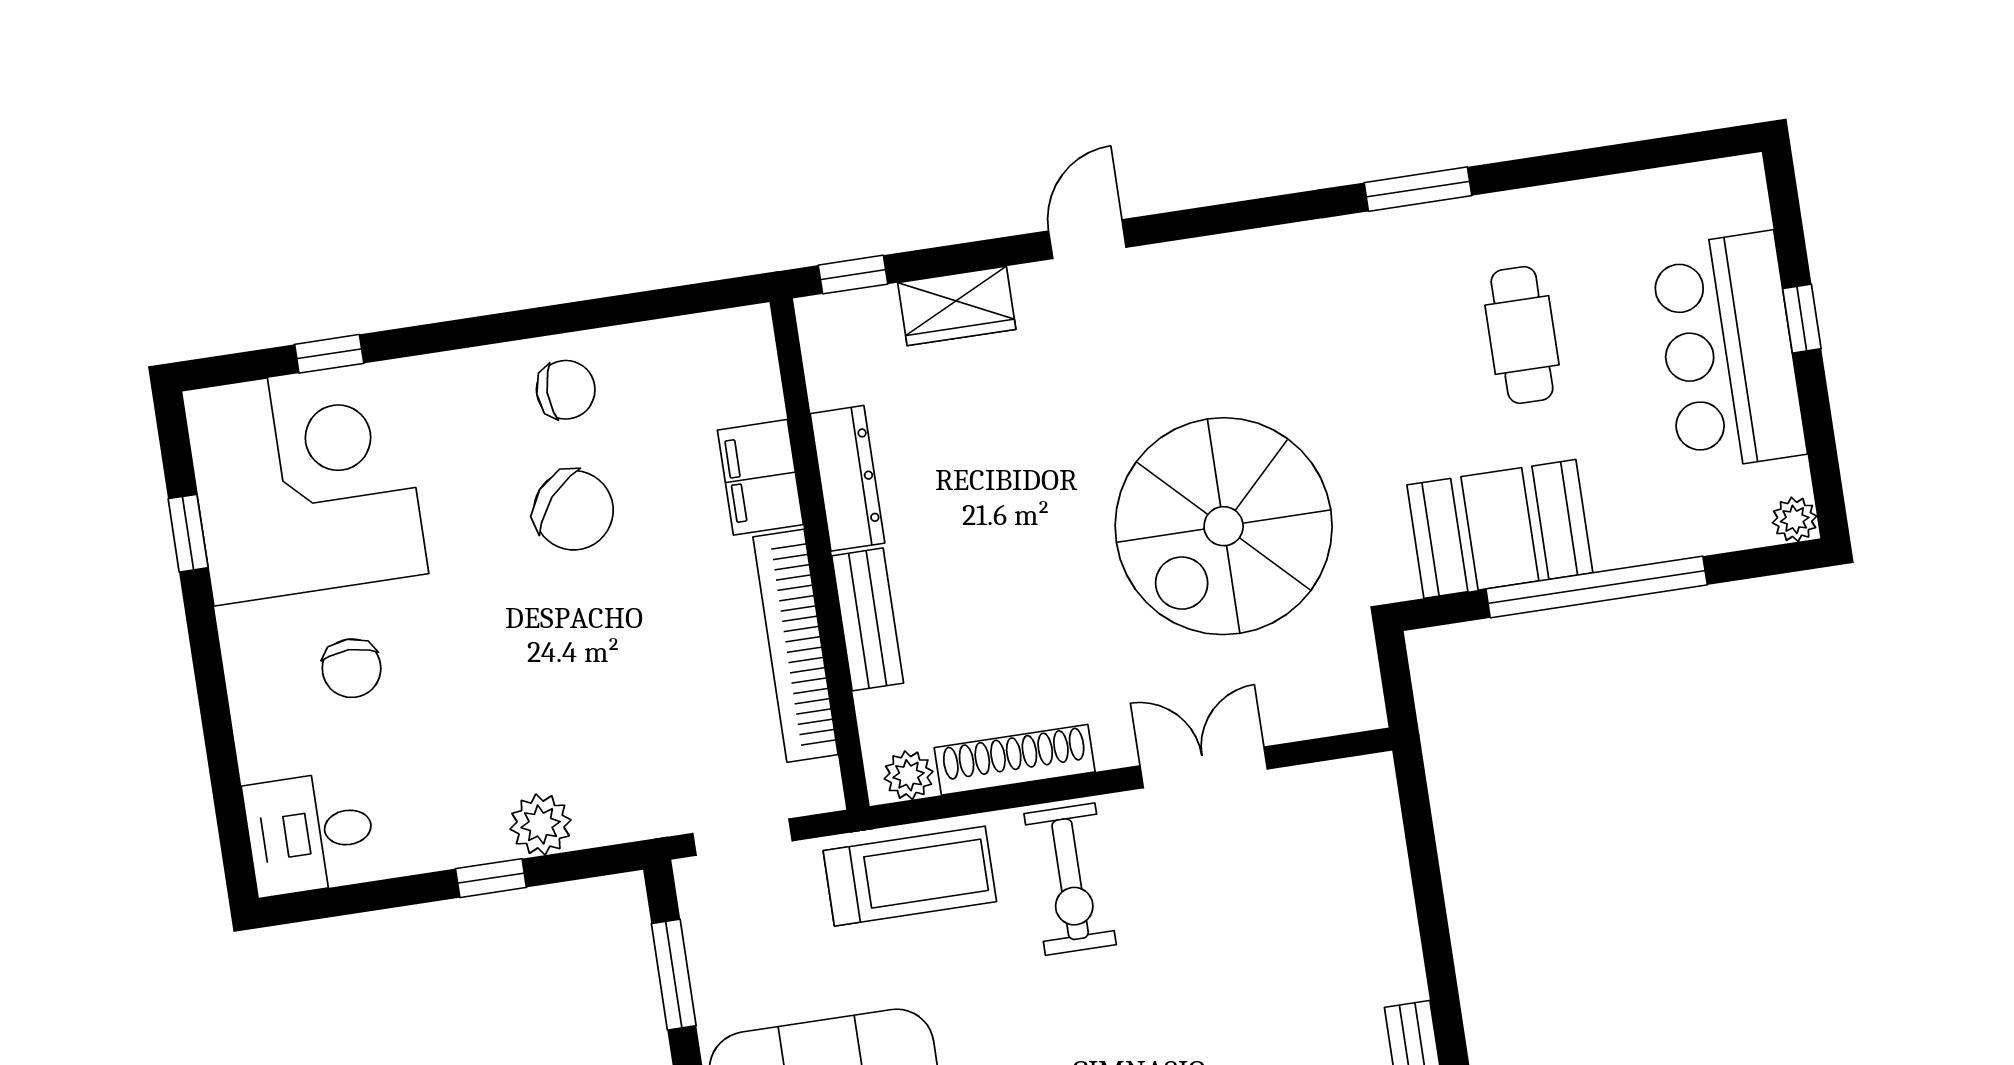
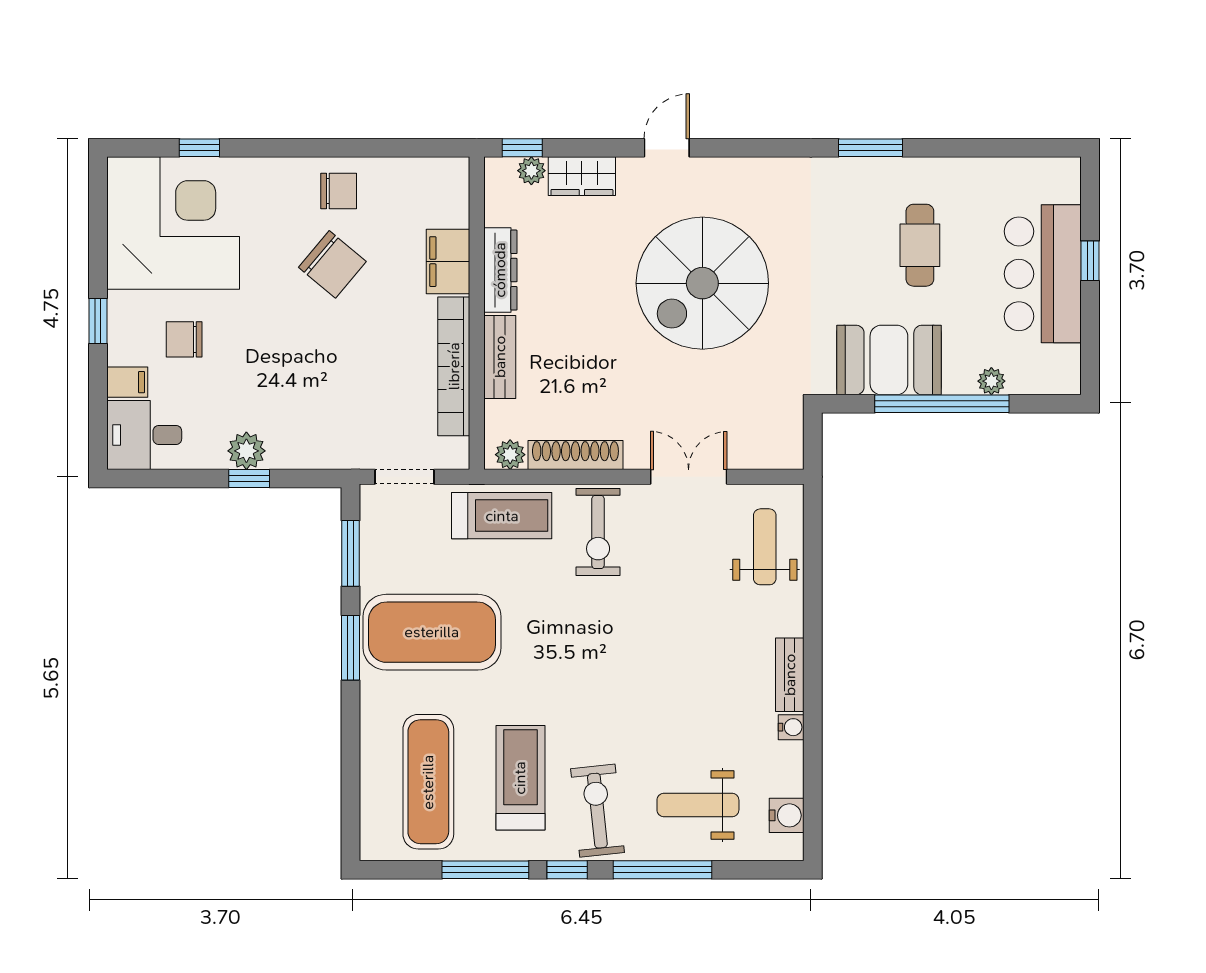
plant: (874, 309) -> (531, 171), added
plant: (1795, 519) -> (991, 381), moved
spiral stairs: (1224, 526) -> (702, 283), moved
window: (188, 533) -> (98, 321), moved
chair: (352, 668) -> (184, 339), turned 90
filing cabinet: (270, 752) -> (127, 382), added
plant: (541, 825) -> (246, 451), moved
weight bench: (1344, 862) -> (765, 547), added

